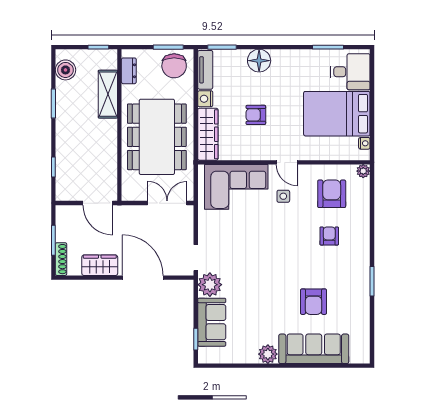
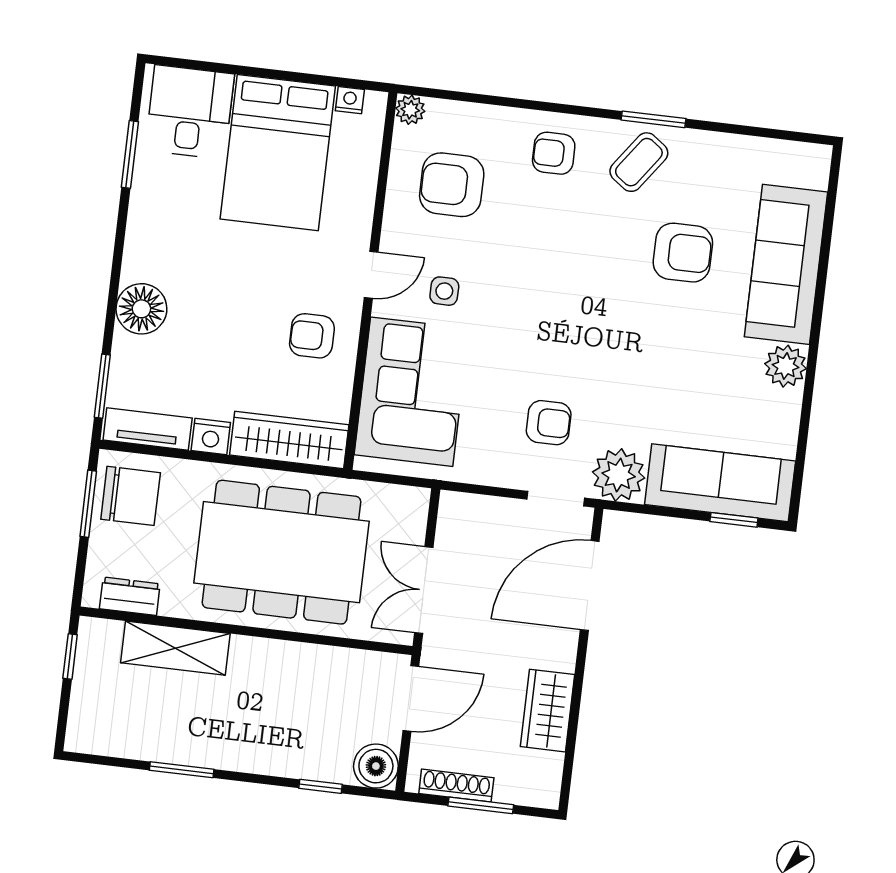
boiler: (65, 70) -> (376, 766), moved
armchair: (256, 115) -> (312, 336), moved, turned 90
double door: (167, 203) -> (424, 590), moved
armchair: (329, 236) -> (554, 153), moved
armchair: (230, 250) -> (549, 423), added
shoe rack: (61, 259) -> (456, 786), moved
coffee table: (352, 277) -> (639, 162), added
door: (143, 278) -> (590, 586), moved
sofa: (212, 322) -> (720, 483), width x1.36

